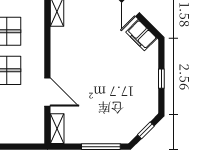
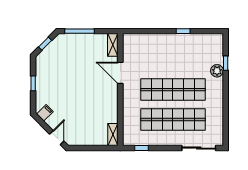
filing cabinet: (141, 35) -> (45, 113), width x0.50

